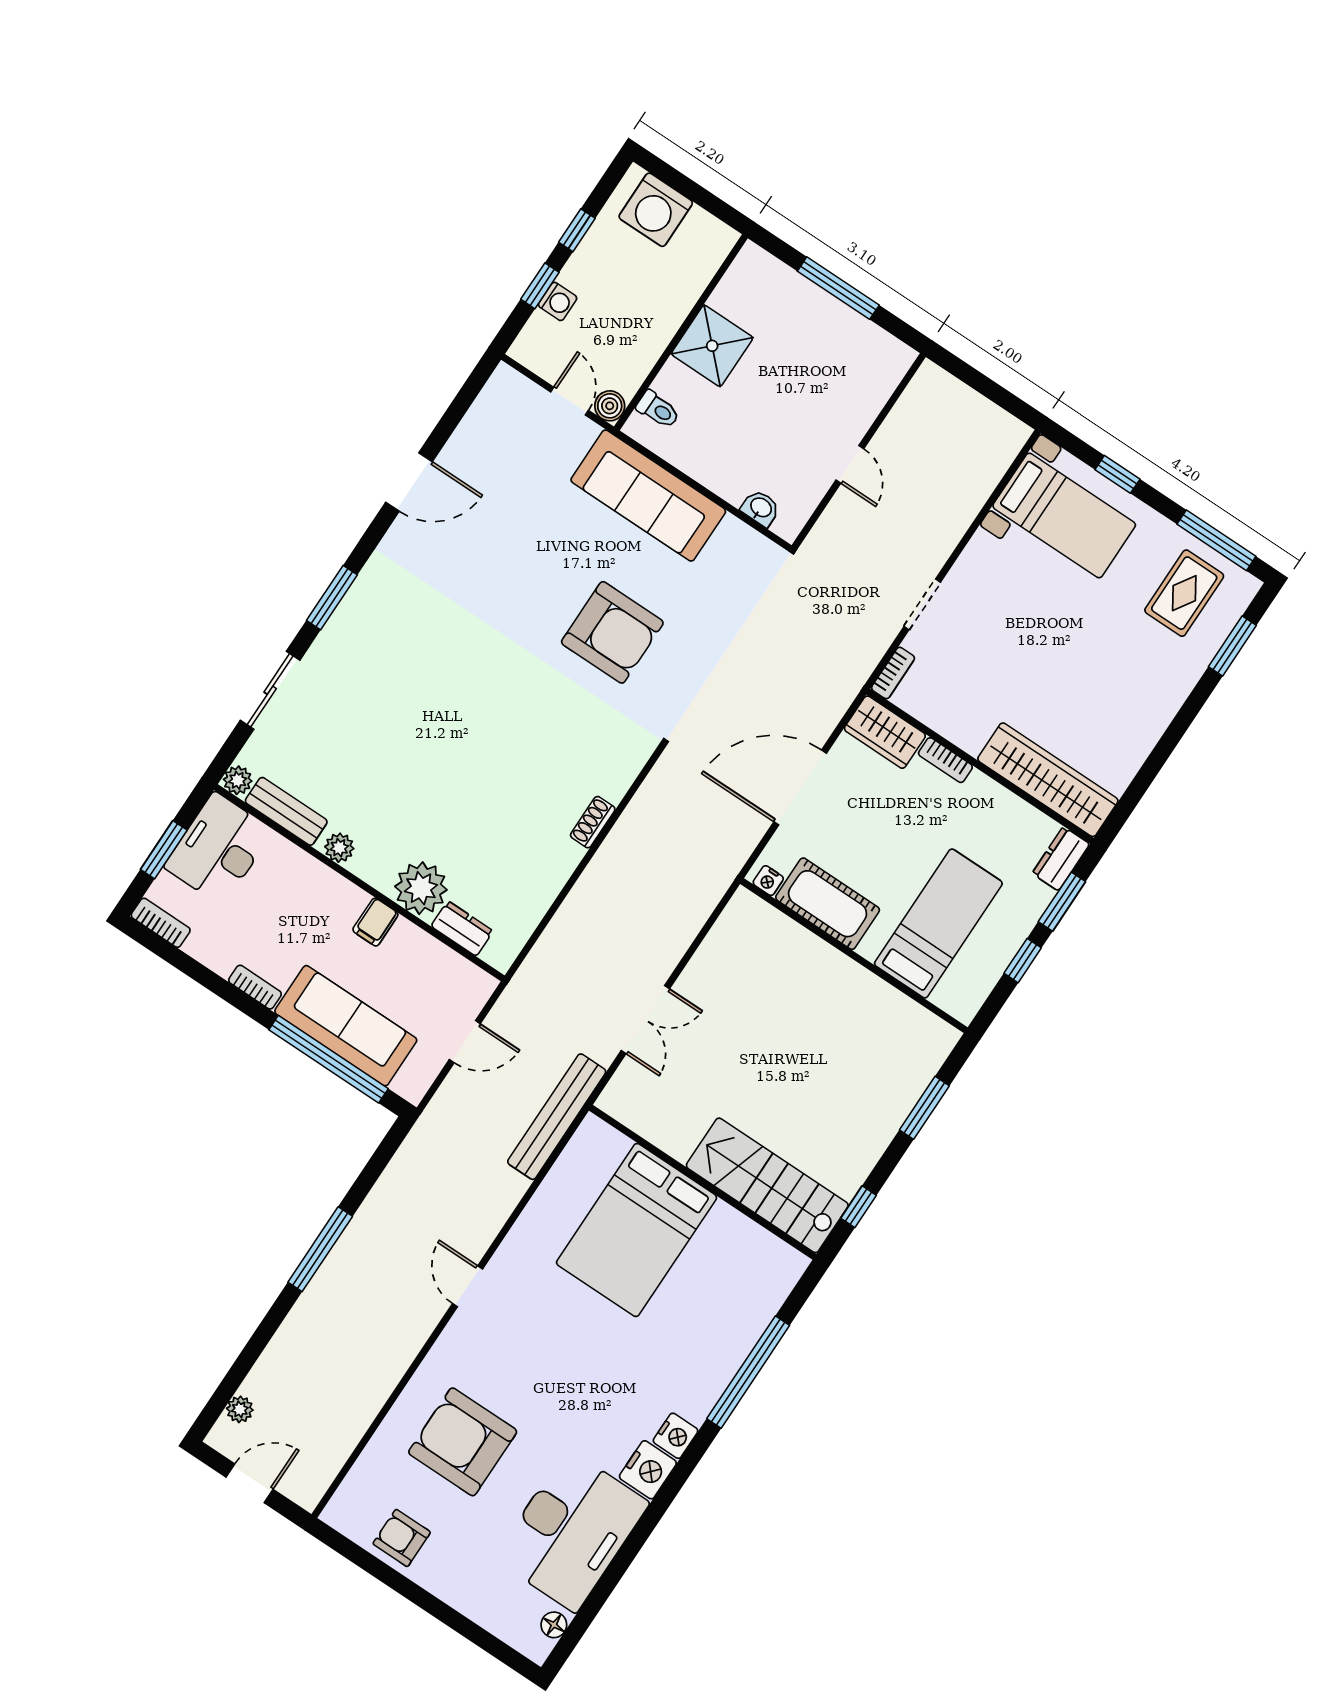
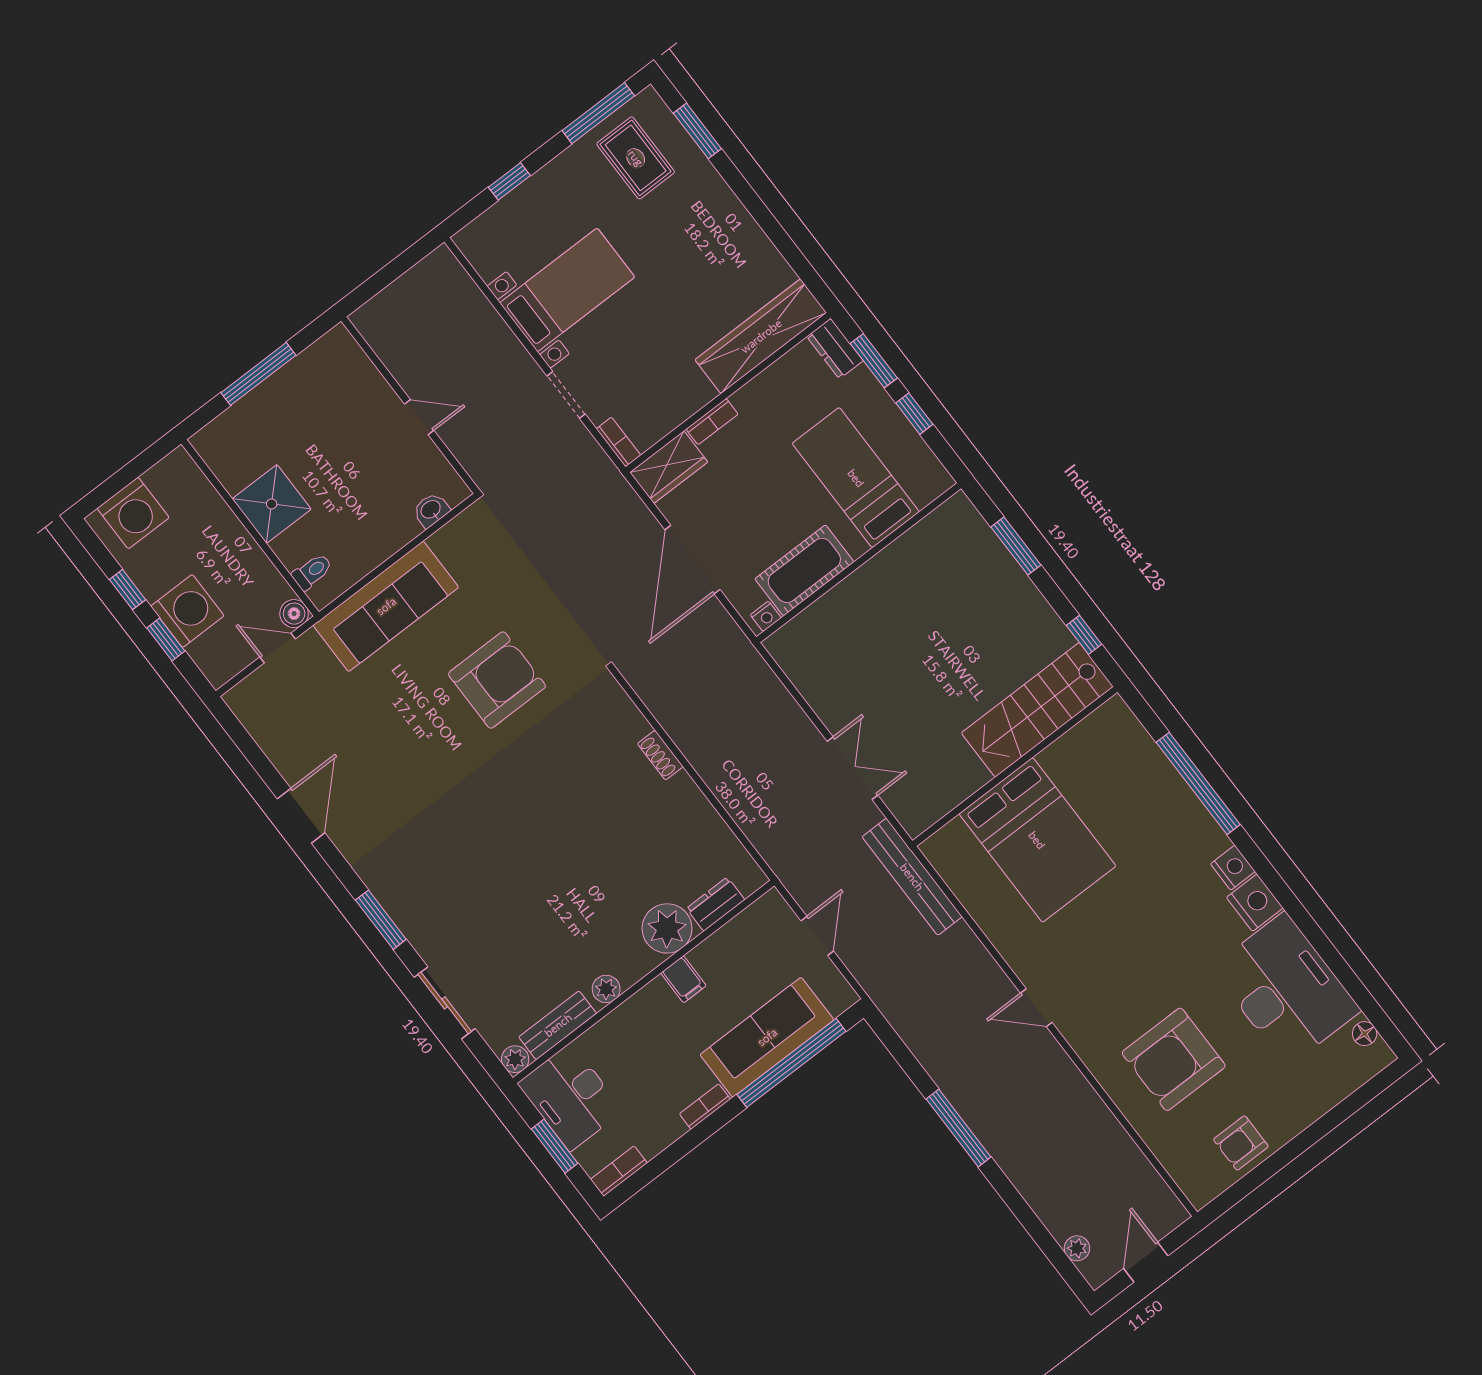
washing machine: (558, 301) -> (187, 611), width x1.89, depth x1.89
bed with nightstands: (1064, 515) -> (567, 290), moved

